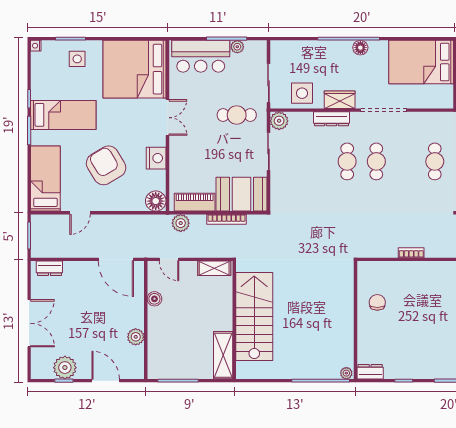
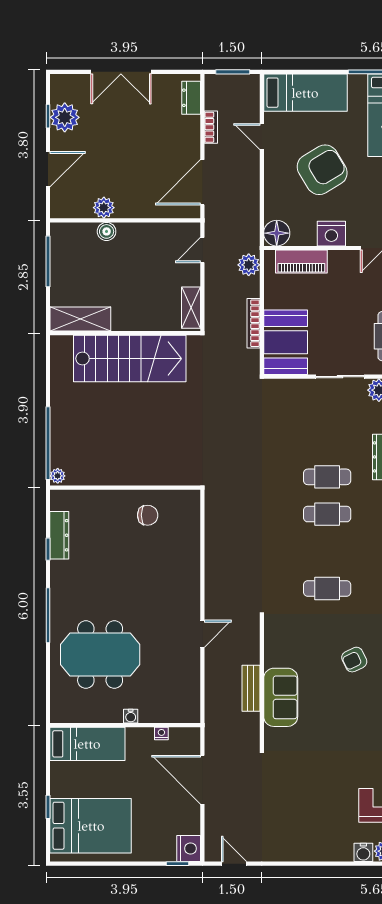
piano: (195, 202) -> (301, 262), moved, turned 90
bookcase: (411, 253) -> (211, 127), moved
boiler: (154, 299) -> (107, 231), moved
dresser: (370, 372) -> (59, 535), moved, width x1.44

